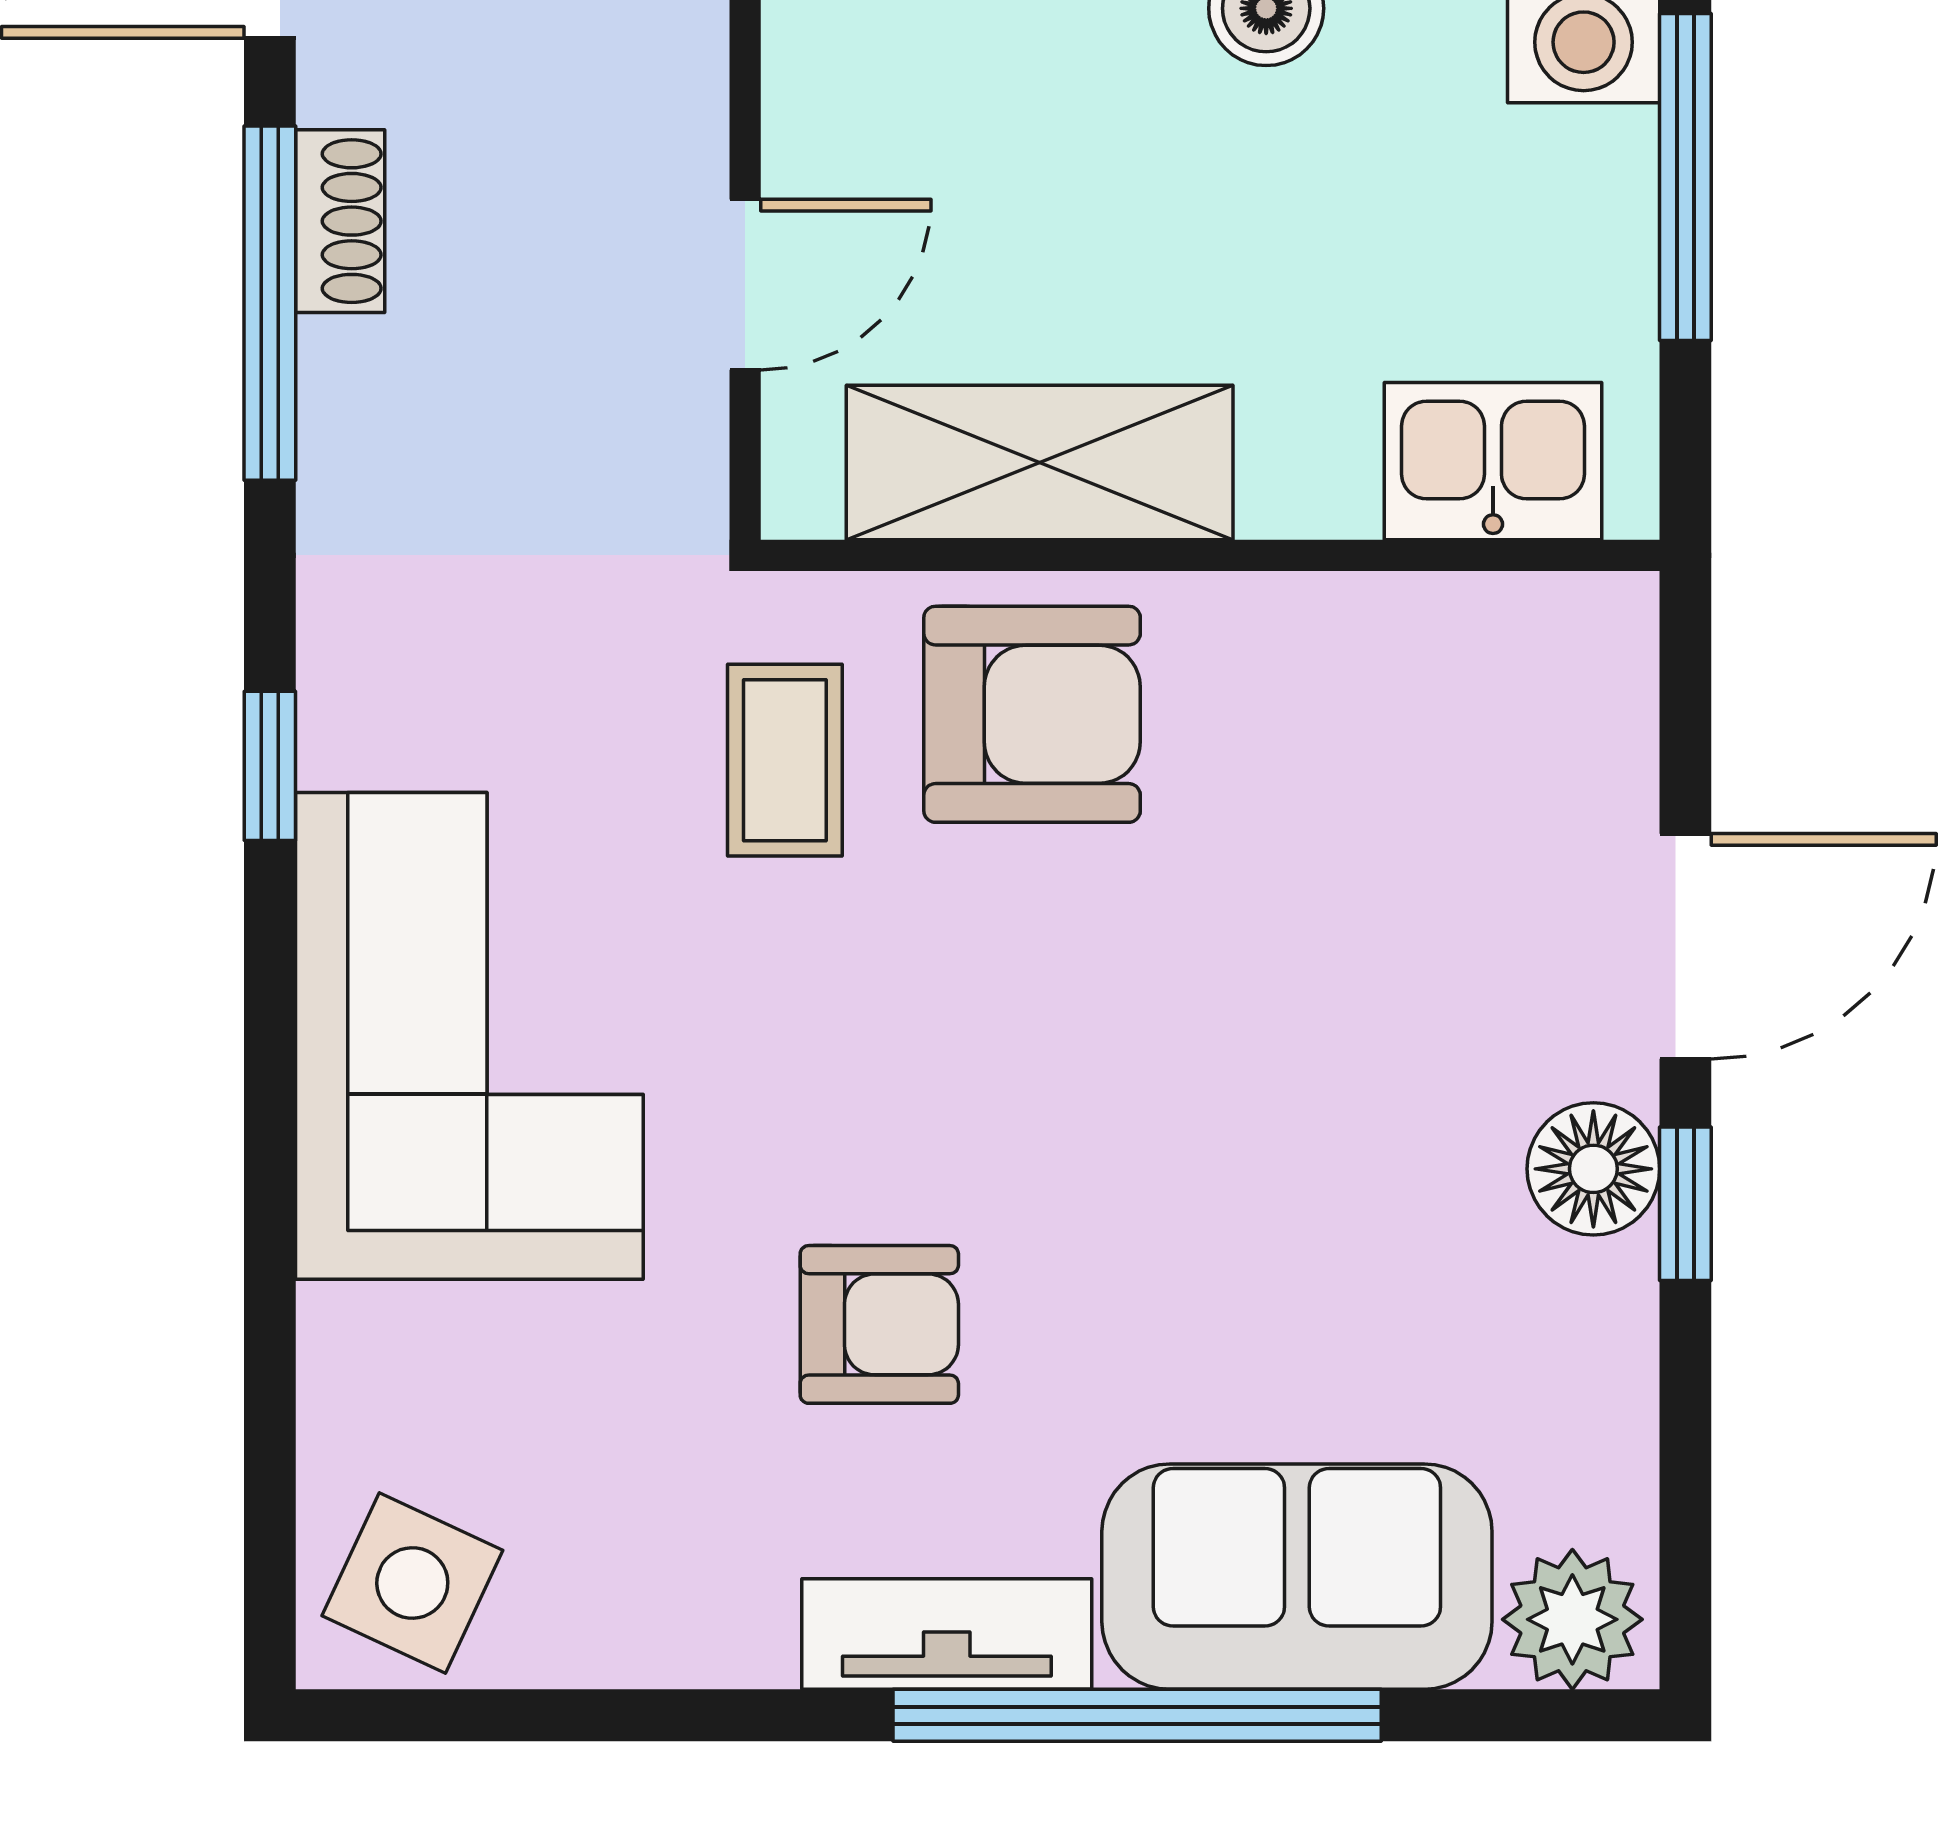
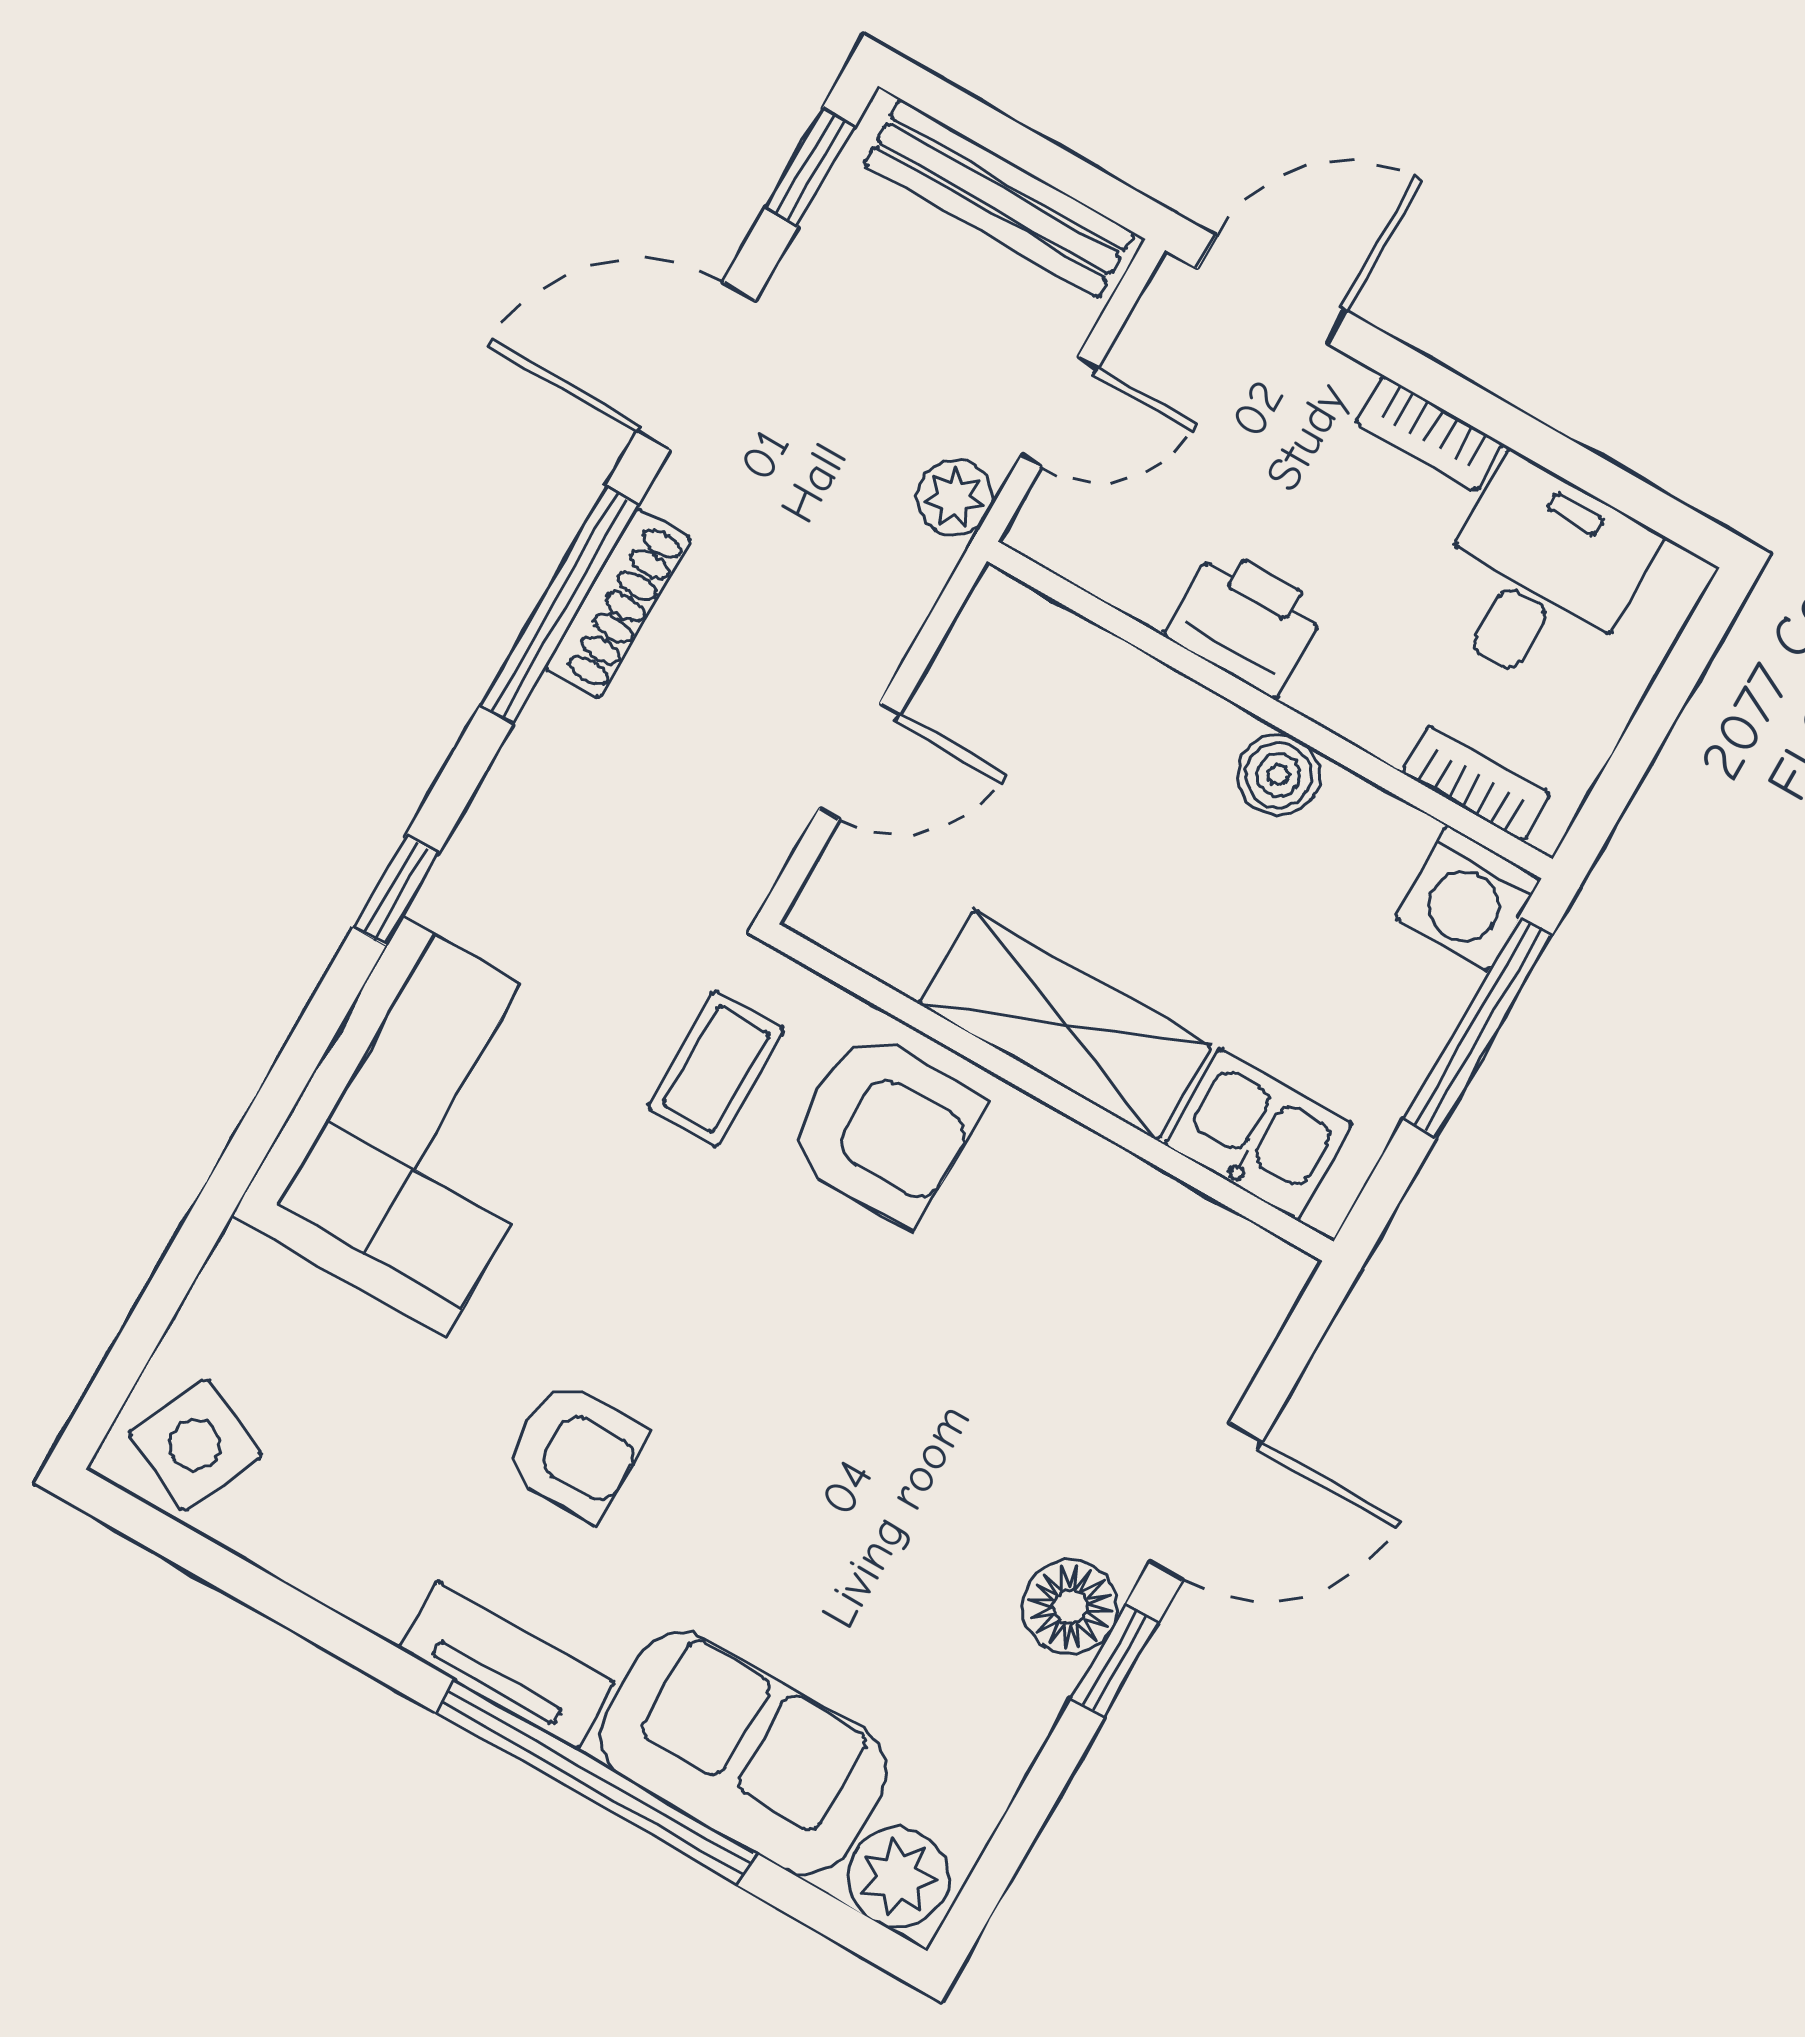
shoe rack: (340, 221) -> (618, 603), width x1.43
shelving: (1040, 463) -> (1065, 1025), moved

